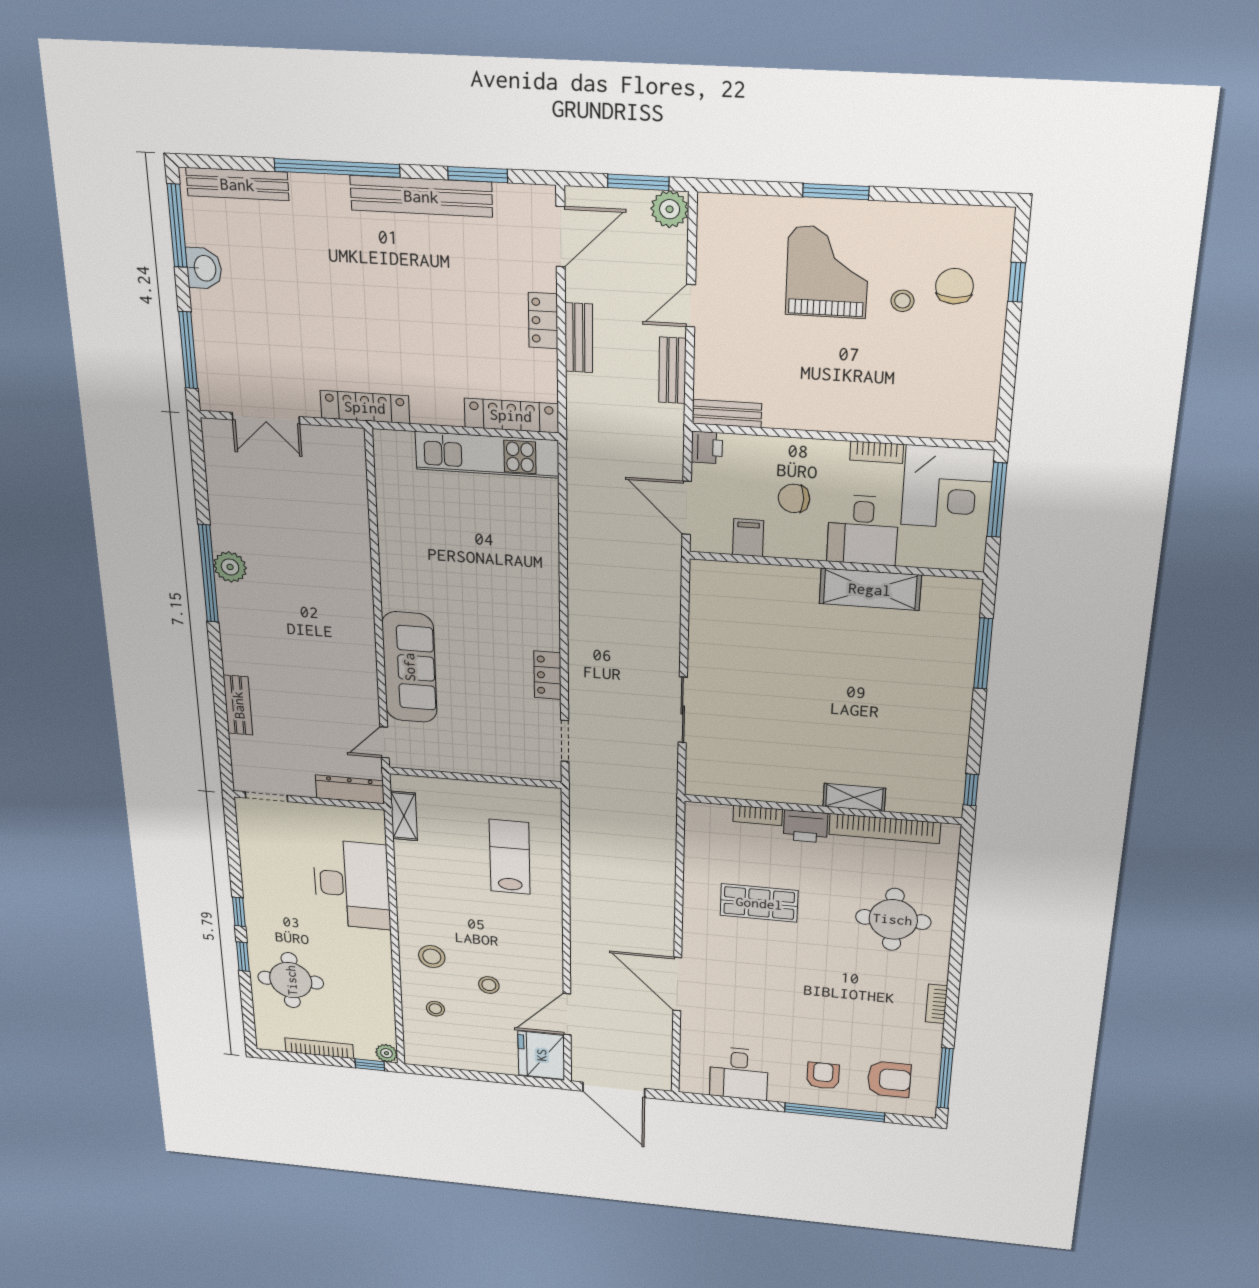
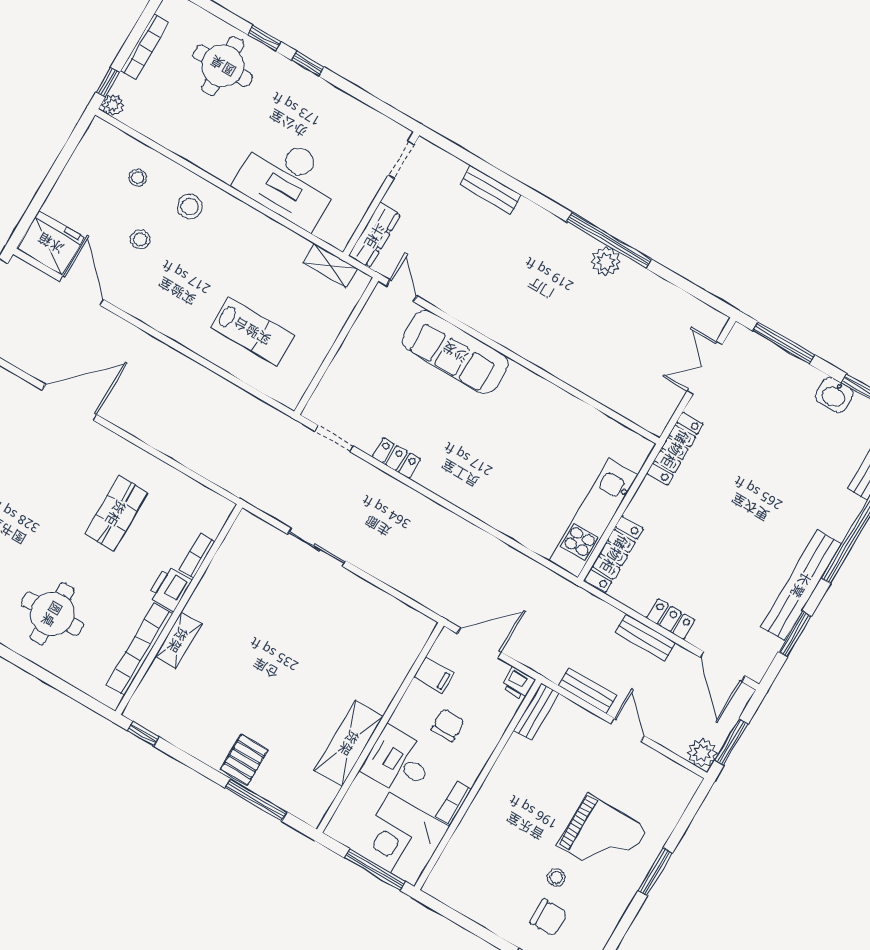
pallet: (945, 683) -> (244, 760), added

